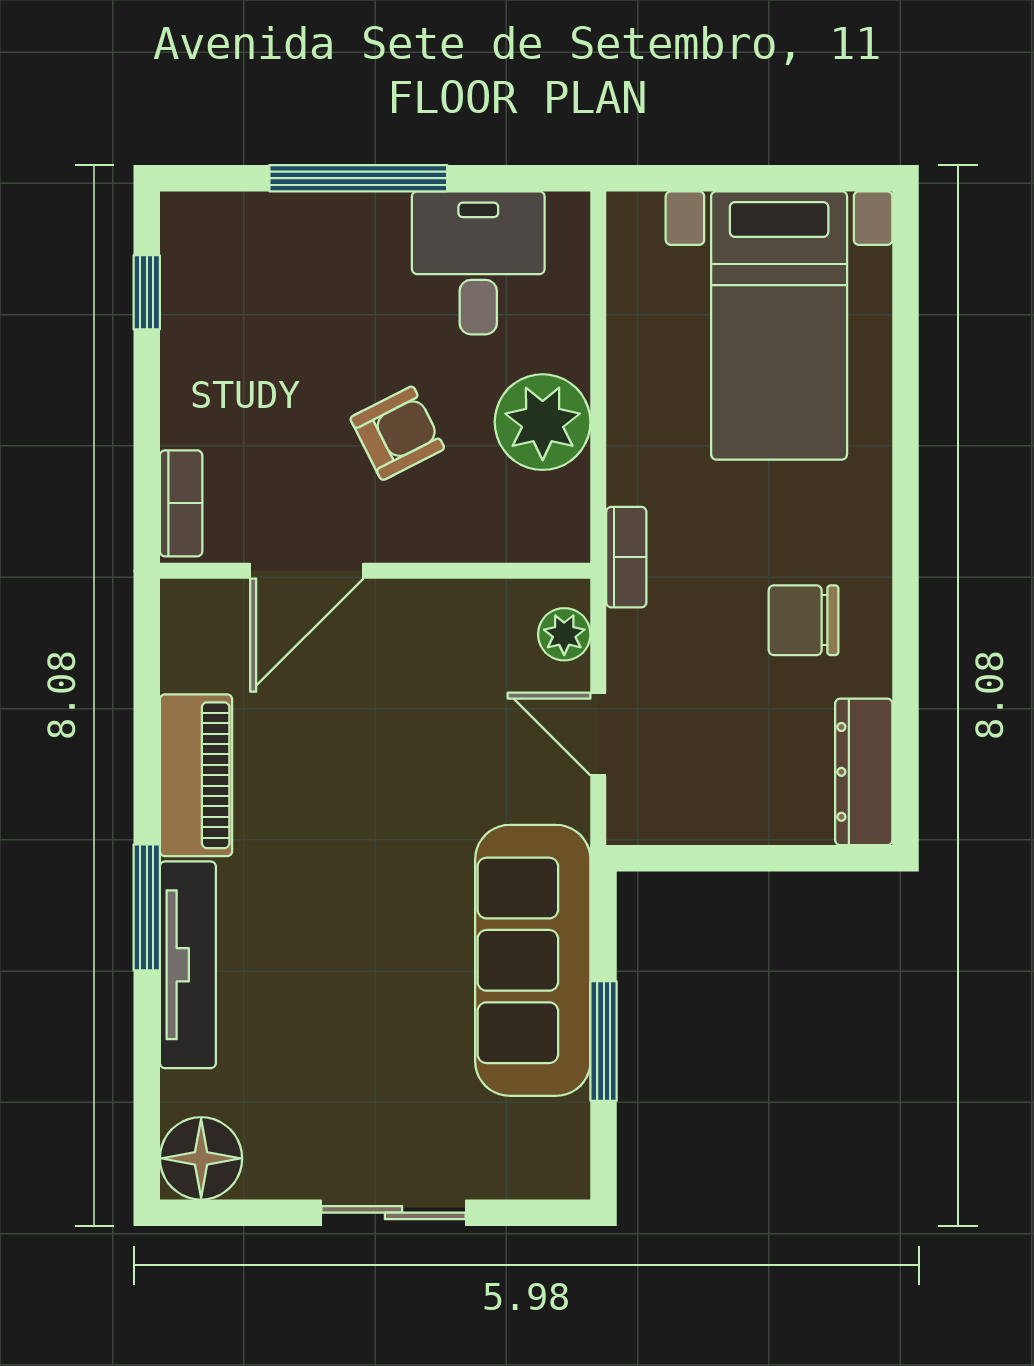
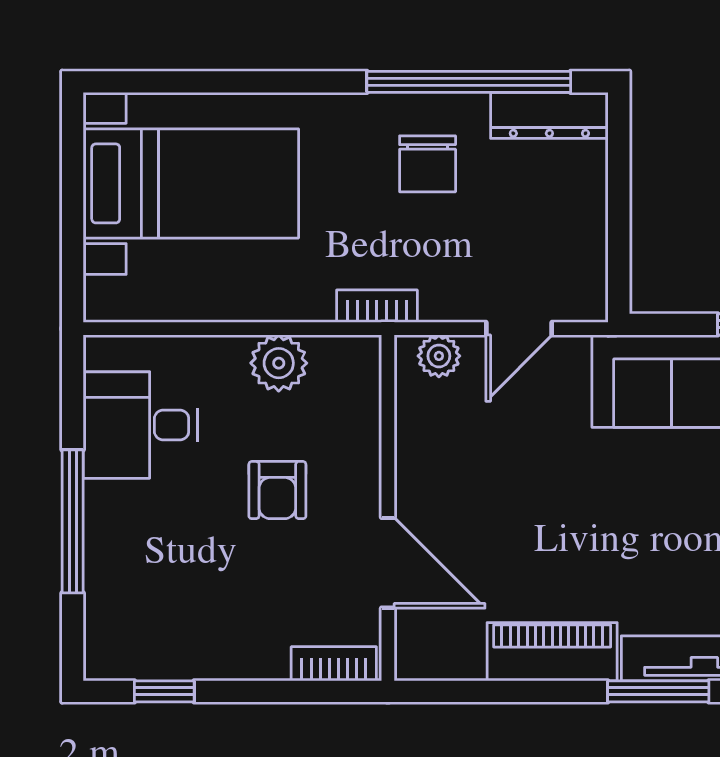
plant: (543, 422) -> (279, 363), width x0.73, depth x0.73
armchair: (397, 433) -> (277, 490), turned -153
window: (906, 672) -> (469, 82), added

